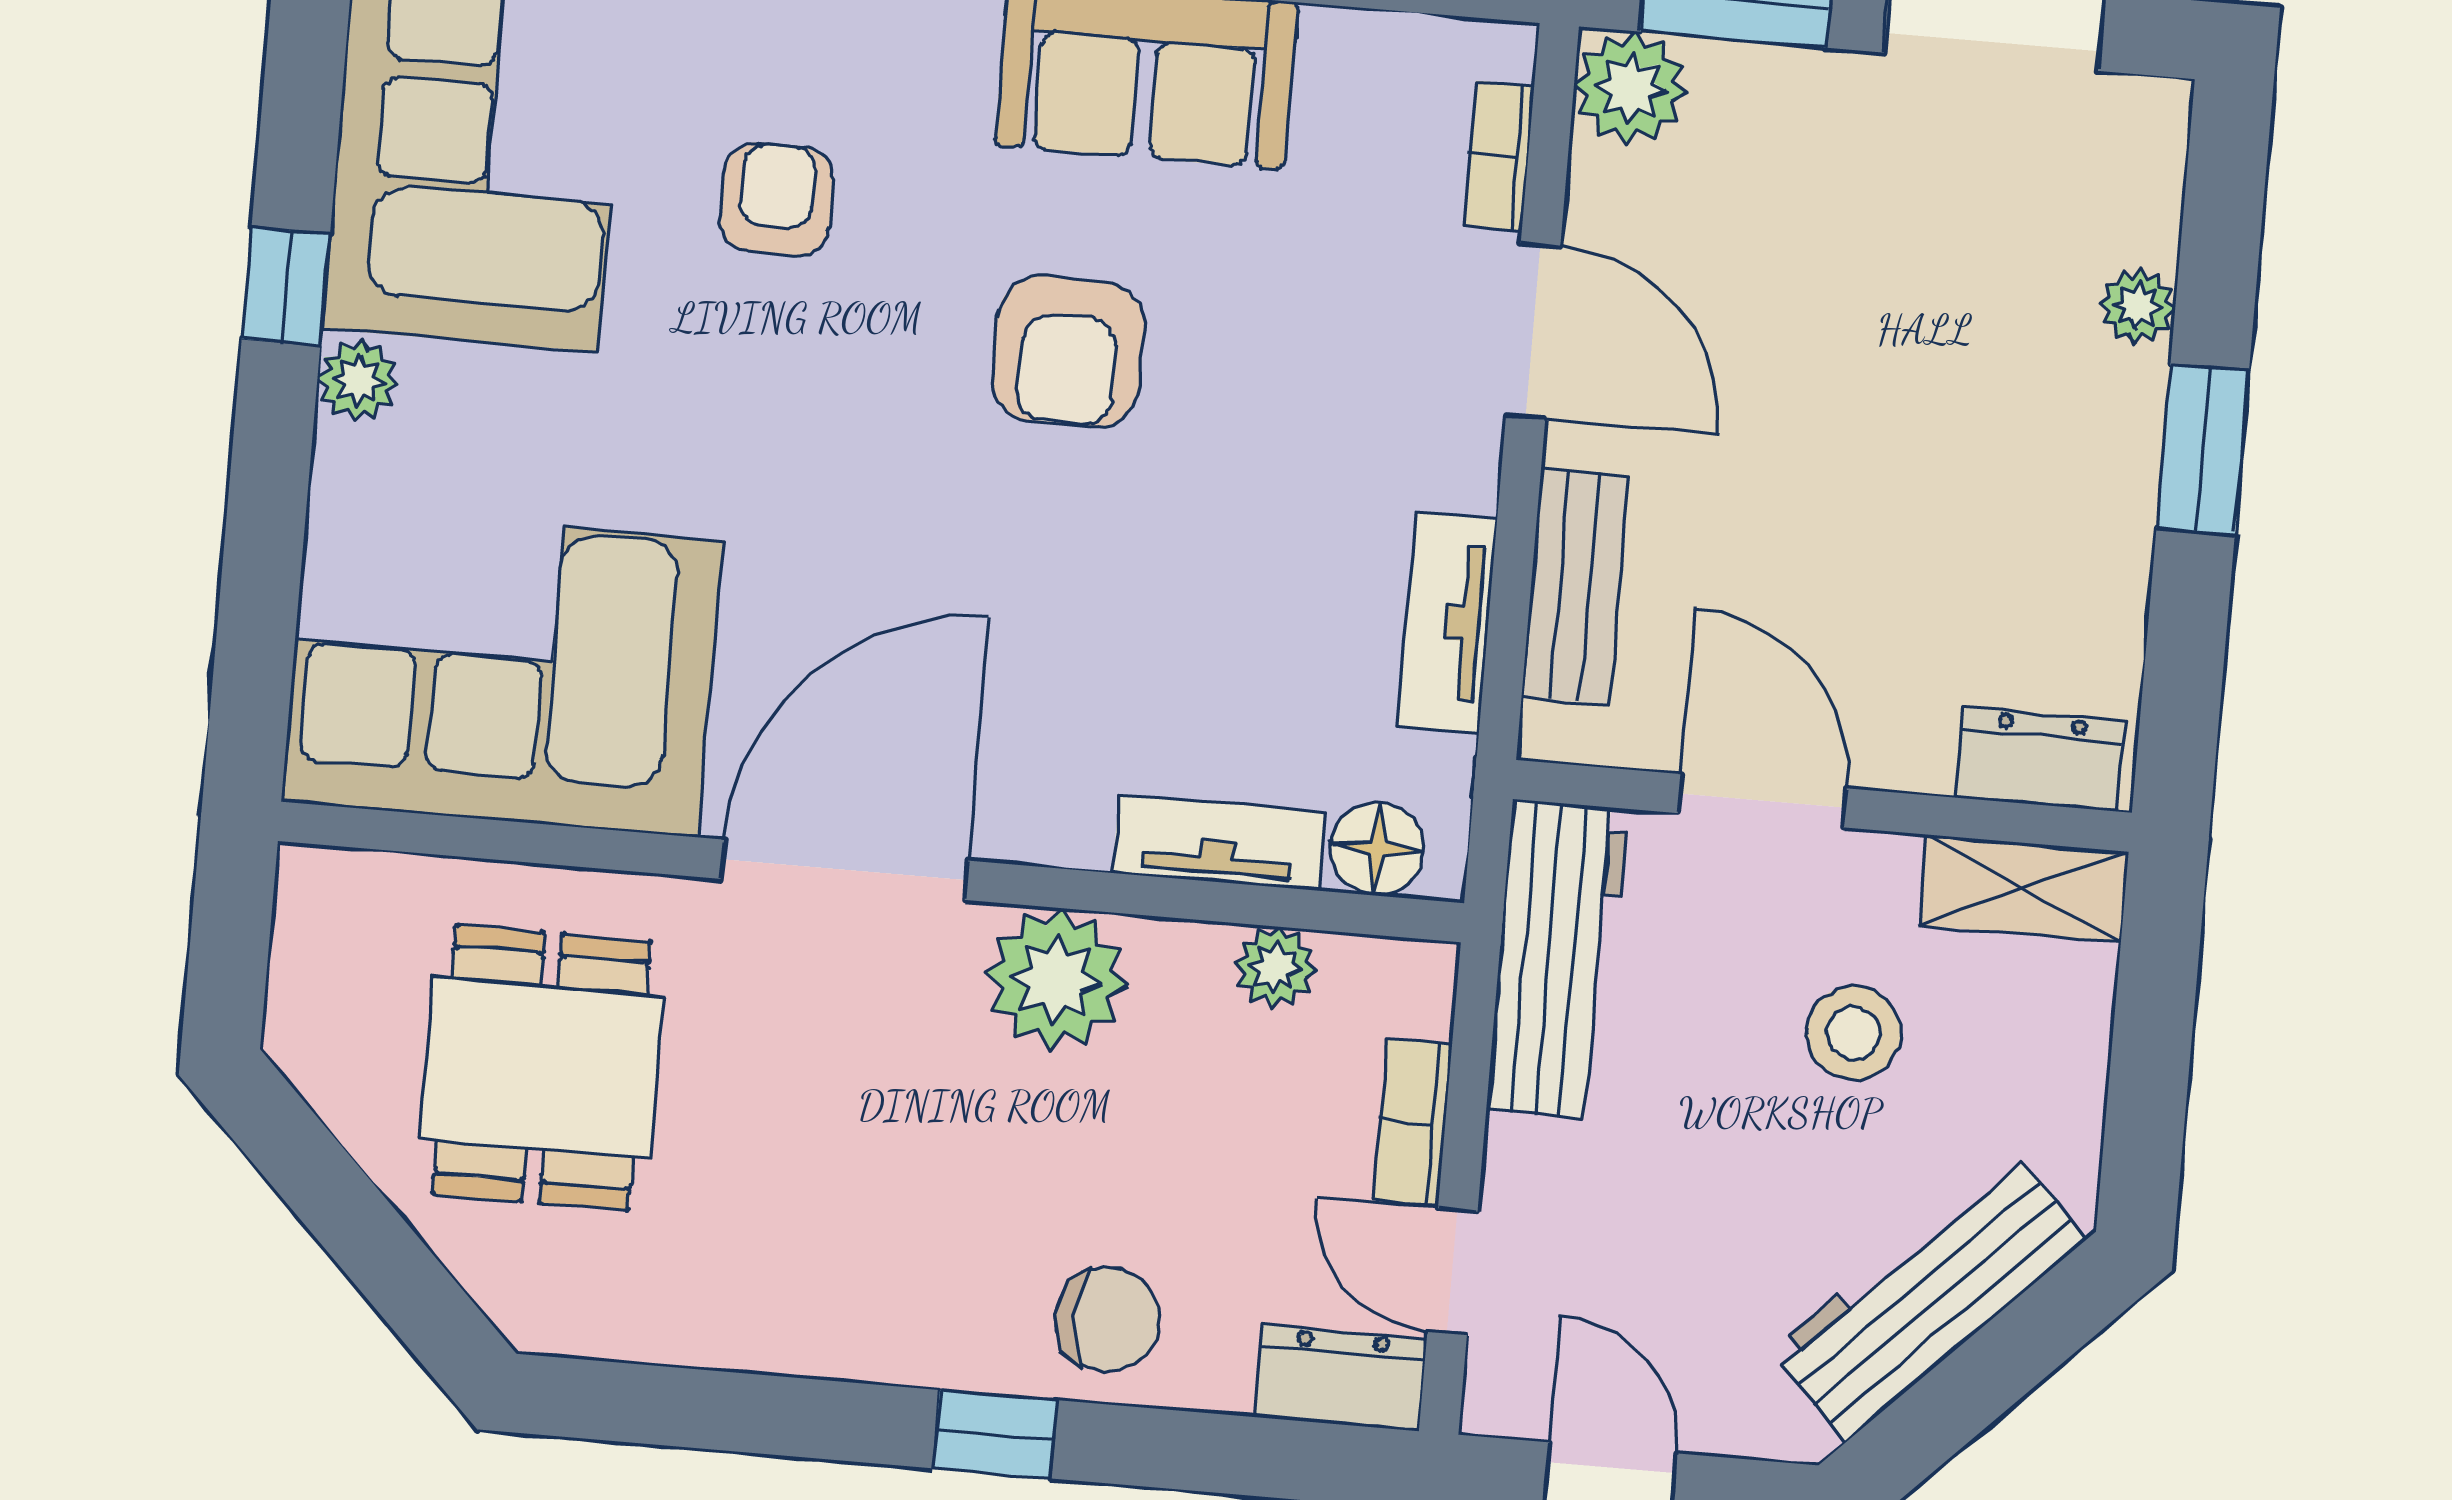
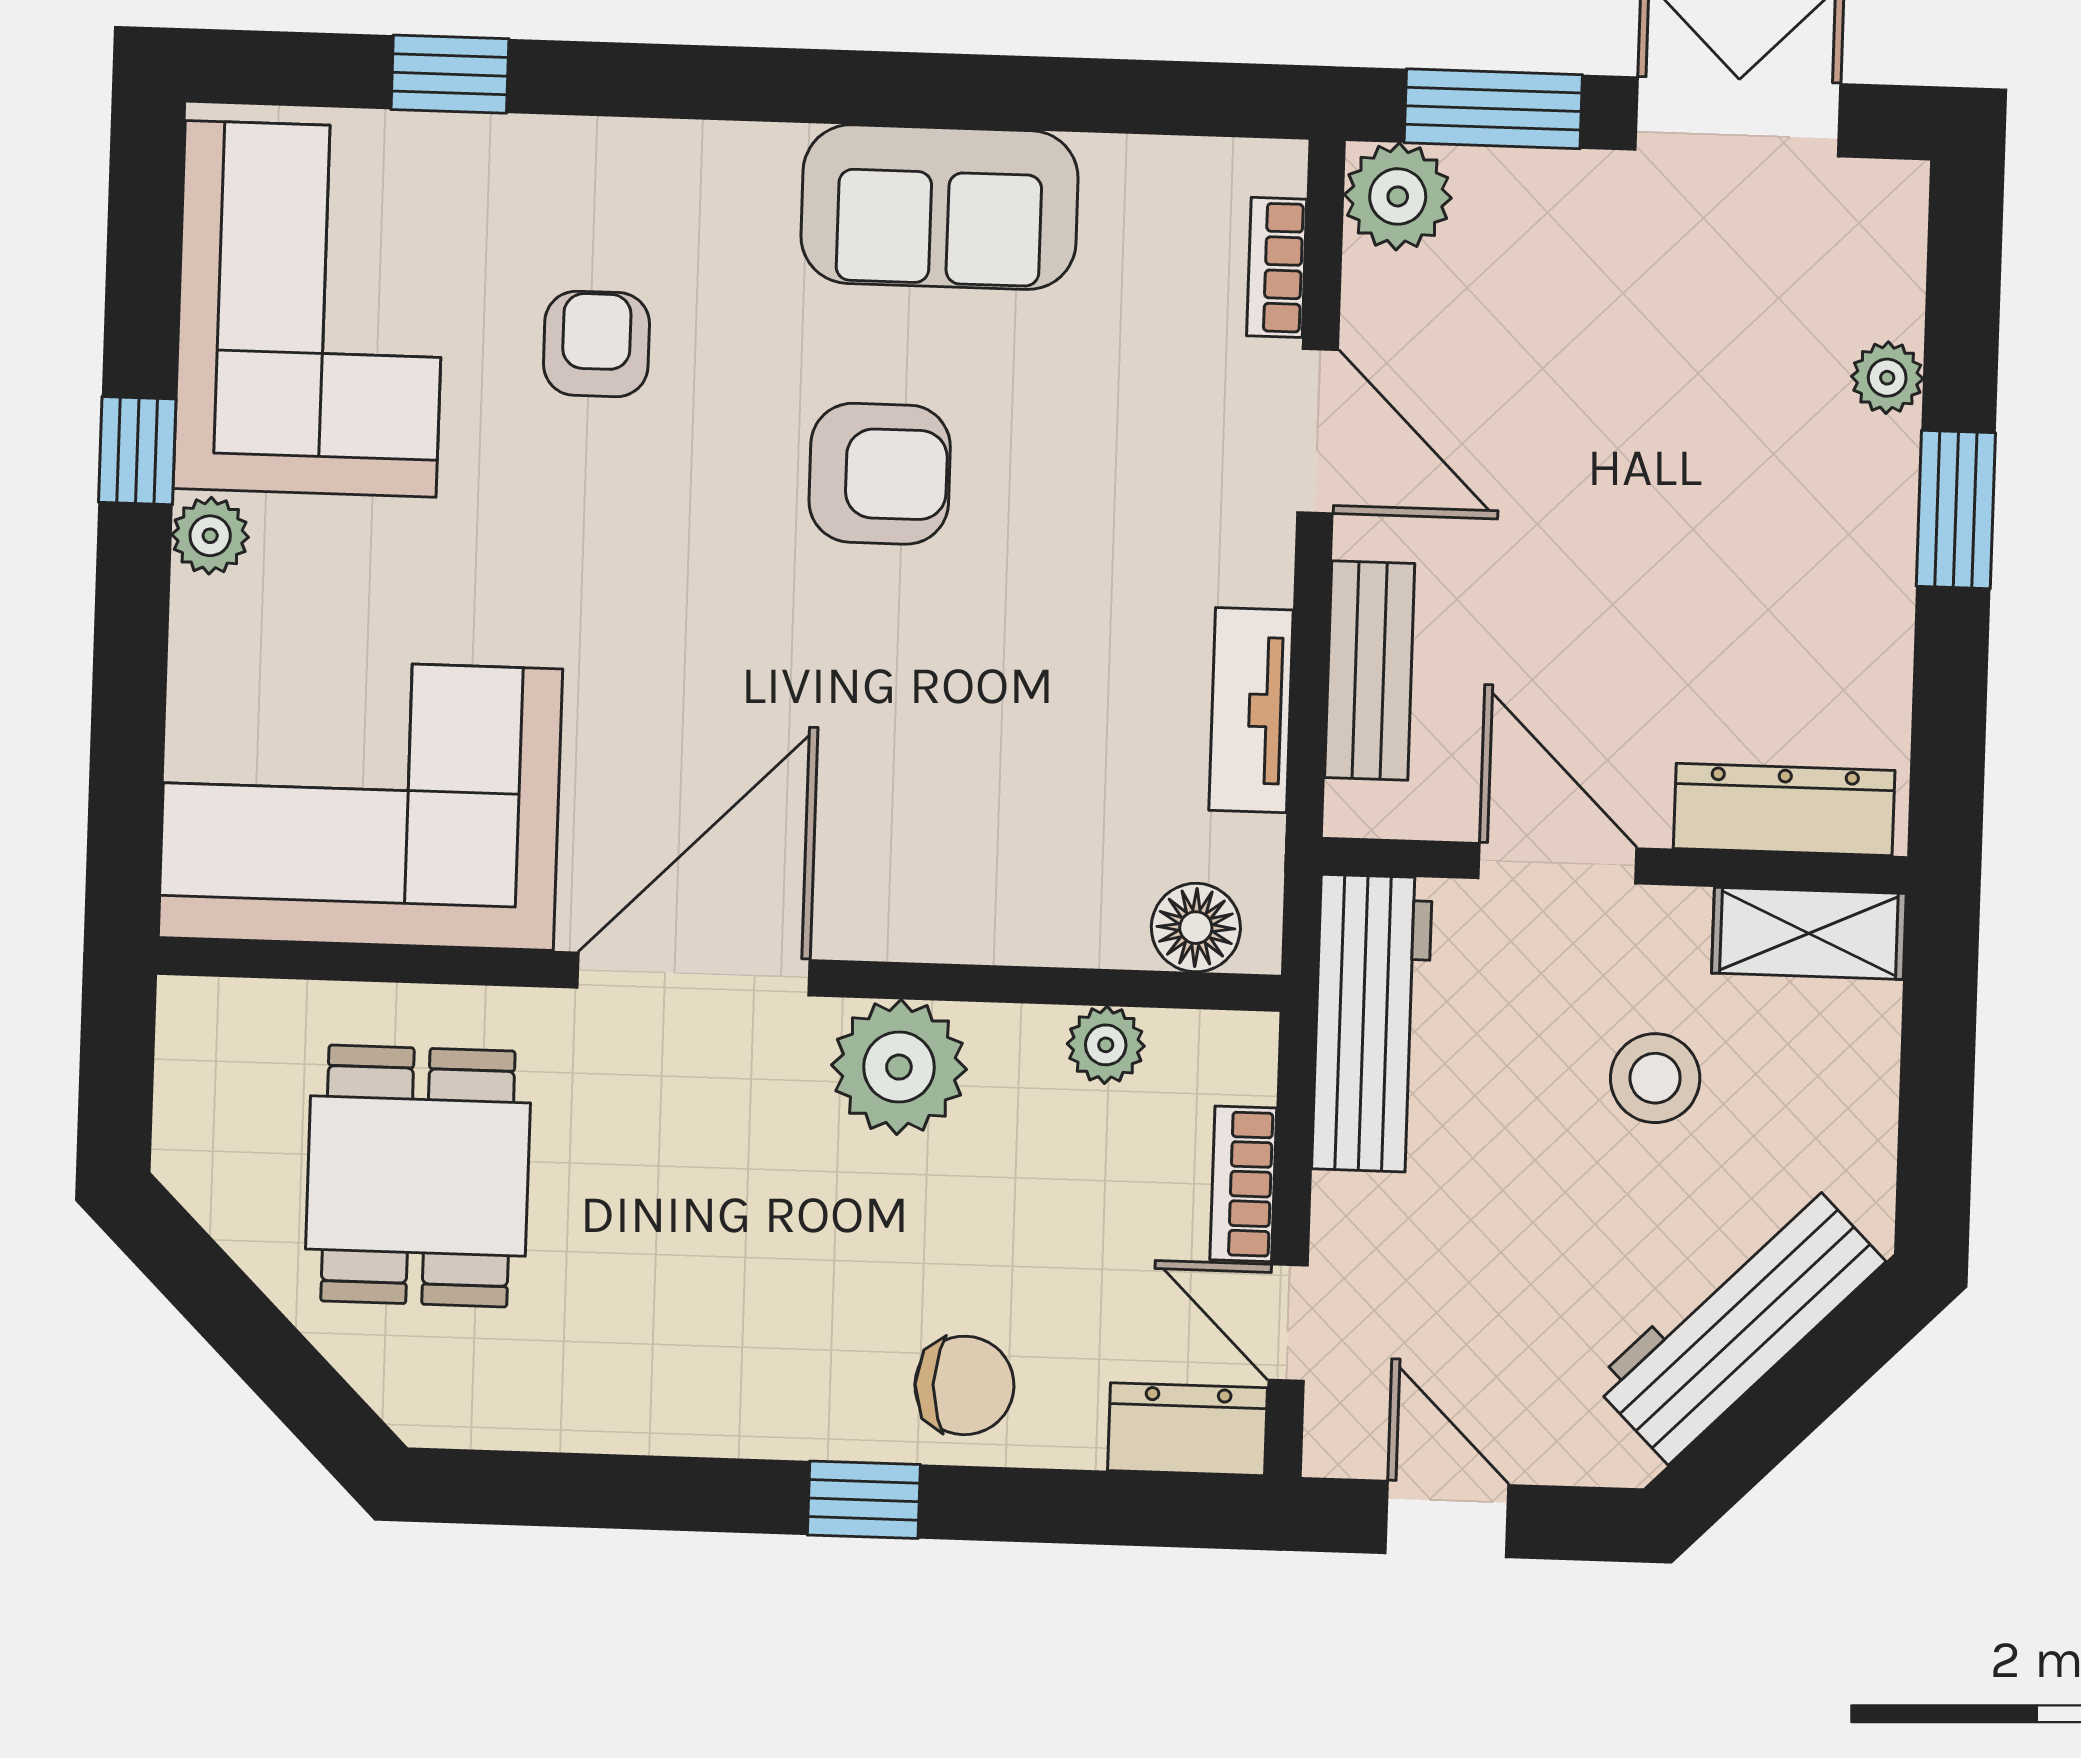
armchair: (1068, 352) -> (880, 474), turned -90
dresser: (2040, 759) -> (1784, 809), width x1.44
tv unit: (1219, 843) -> (1046, 930), removed

